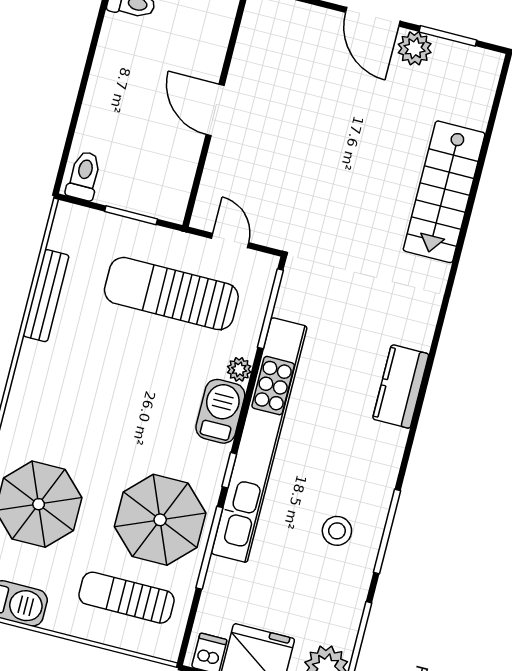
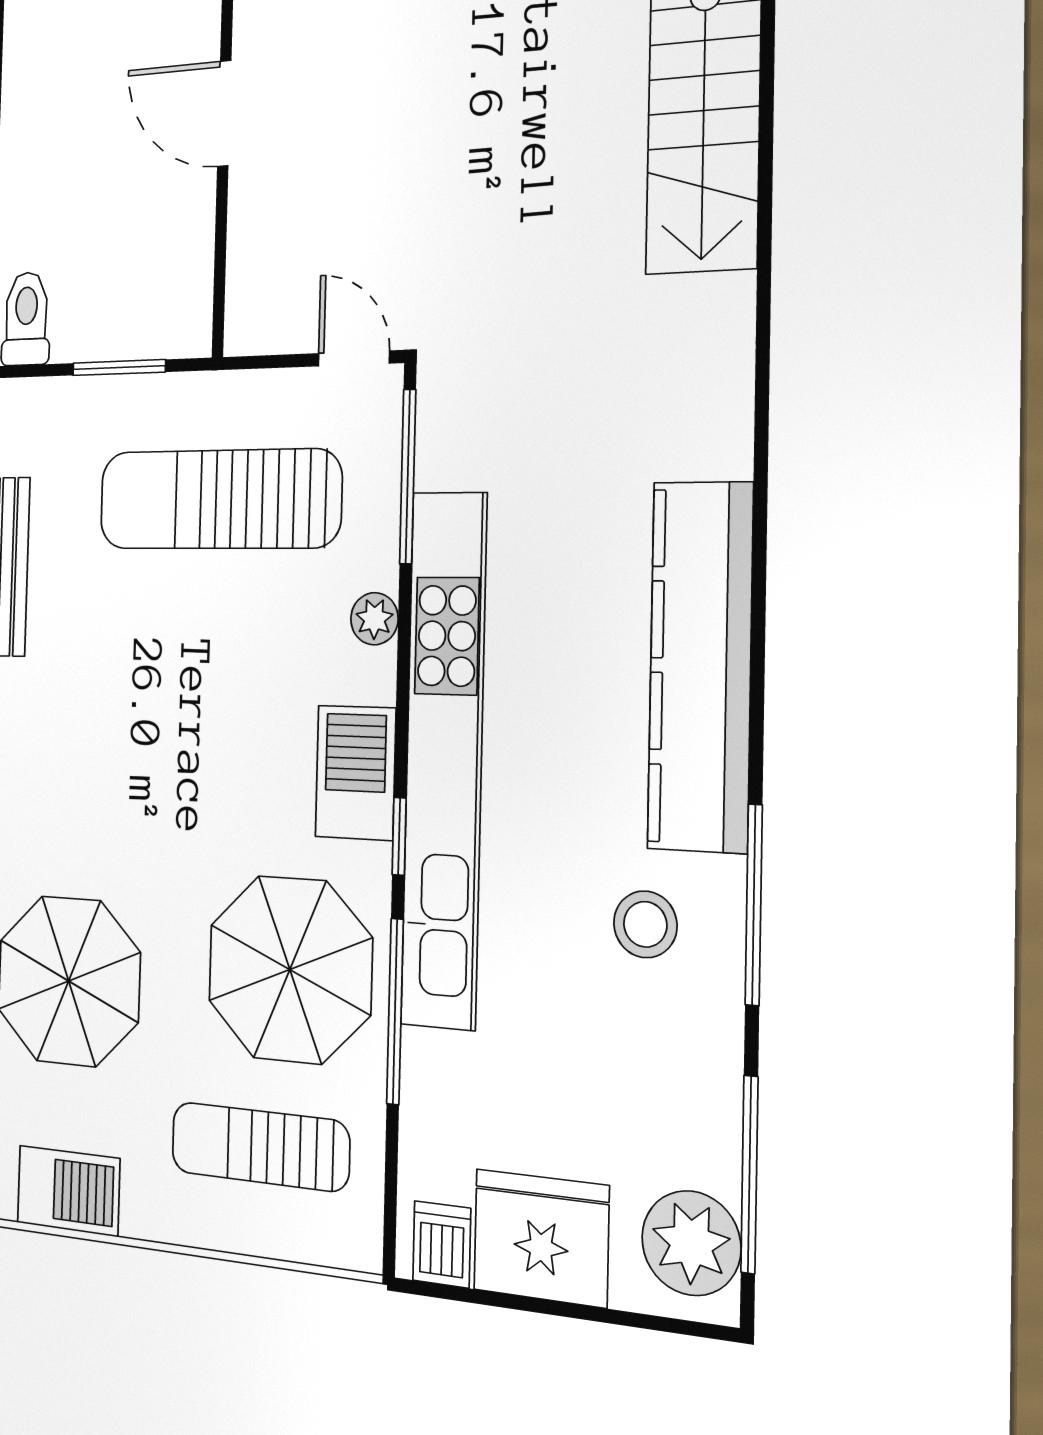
door: (230, 240) -> (354, 358), moved
kitchen counter: (401, 386) -> (700, 666), width x2.08, depth x1.17
barbecue: (220, 411) -> (355, 773), moved

